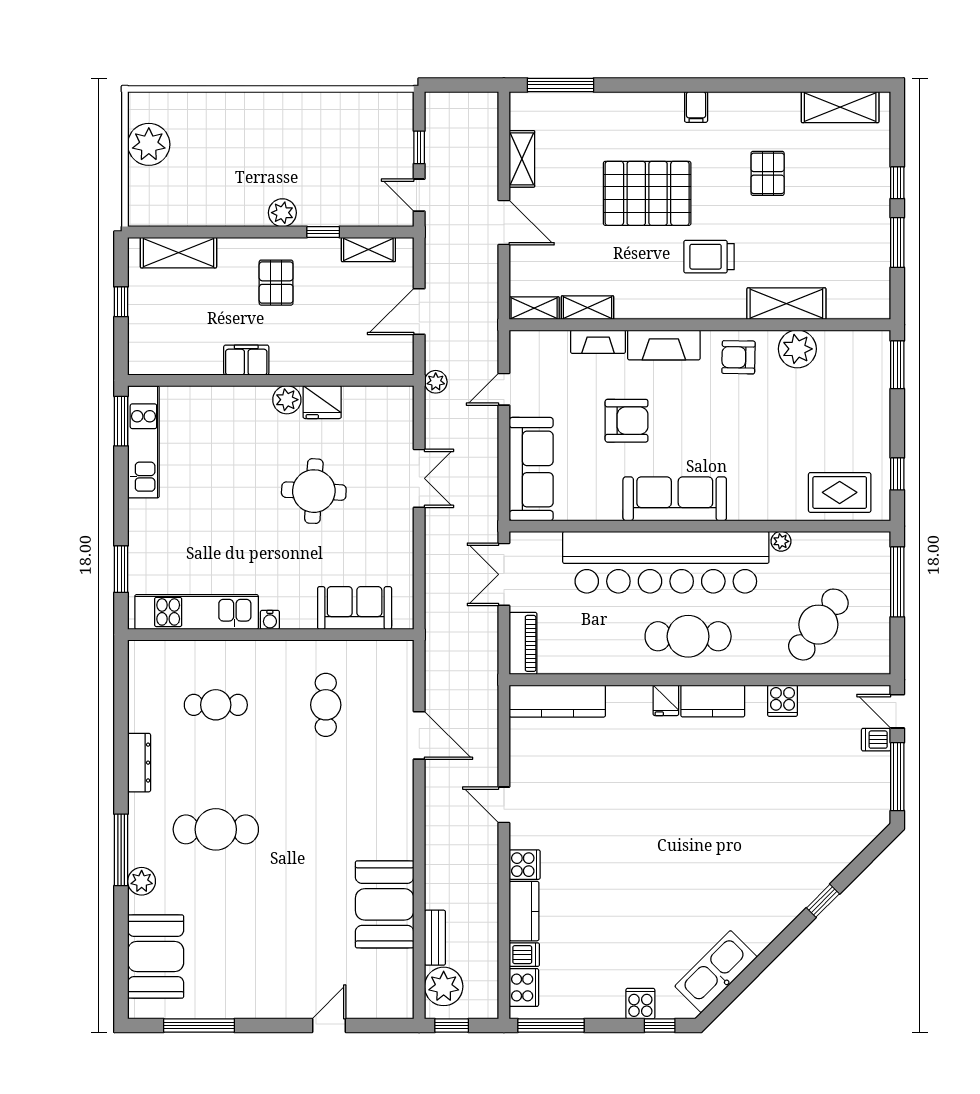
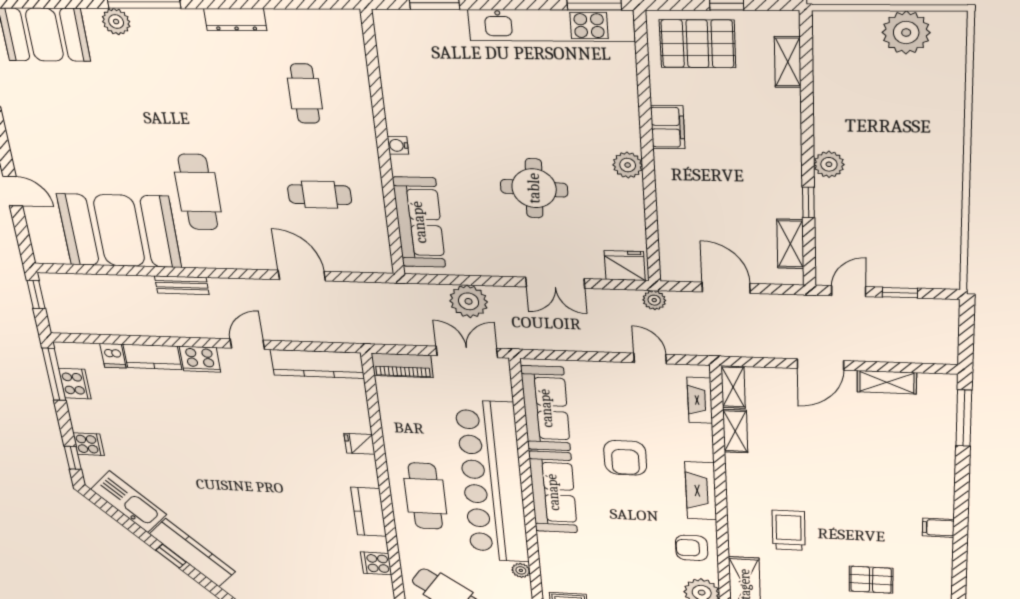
pallet: (647, 193) -> (851, 485), removed
shelving: (178, 253) -> (788, 62), width x0.67, depth x0.75
pallet: (276, 283) -> (697, 44), moved, width x1.50, depth x1.42
fireplace: (598, 342) -> (700, 400), moved
armchair: (738, 357) -> (692, 548), turned -91
fridge: (322, 402) -> (625, 266), moved, turned 90
kitchen unit: (143, 442) -> (551, 25), width x1.36
sofa: (531, 469) -> (546, 408), moved, turned -90
sofa: (355, 608) -> (419, 222), width x1.36
kitchen unit: (197, 612) -> (398, 76), removed
fridge: (666, 700) -> (359, 444), moved
kitchen counter: (557, 701) -> (317, 364), moved, turned -90
door: (419, 735) -> (302, 275), swing flipped
cafe table: (216, 829) -> (198, 192), moved
cooker: (525, 865) -> (200, 359), width x1.36
window: (823, 901) -> (171, 556), moved
booth: (385, 904) -> (119, 231), width x1.36, depth x1.42
kitchen counter: (782, 909) -> (192, 553), added
bench: (435, 938) -> (182, 285), moved
plant: (444, 986) -> (469, 301), moved
cooker: (524, 987) -> (75, 384), moved, turned -90

